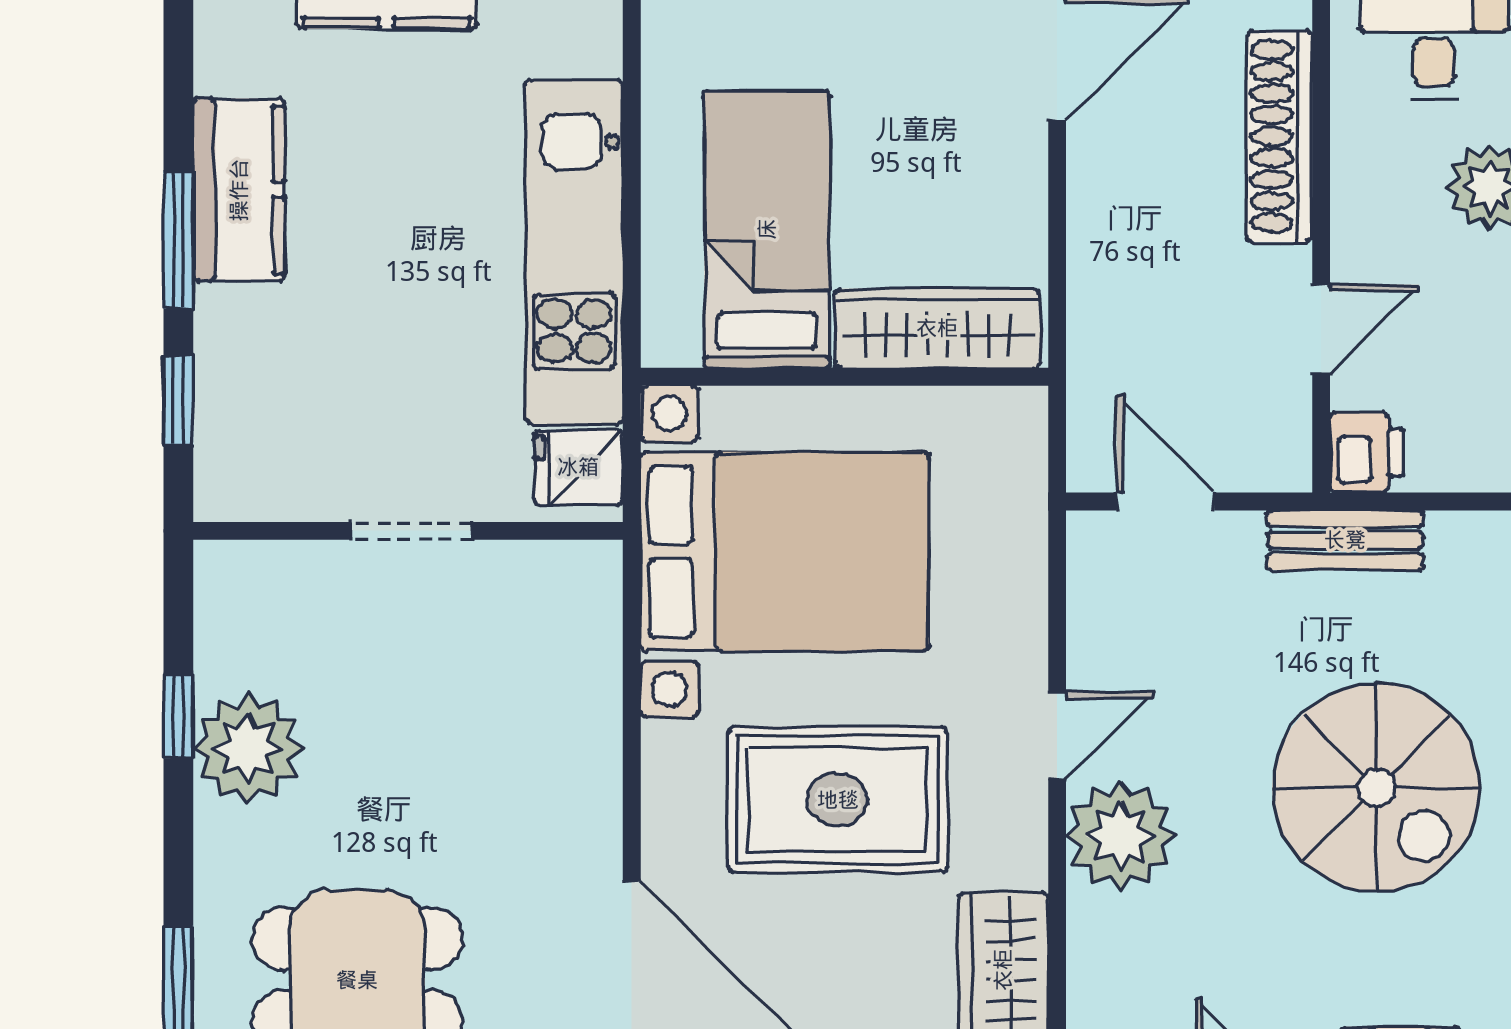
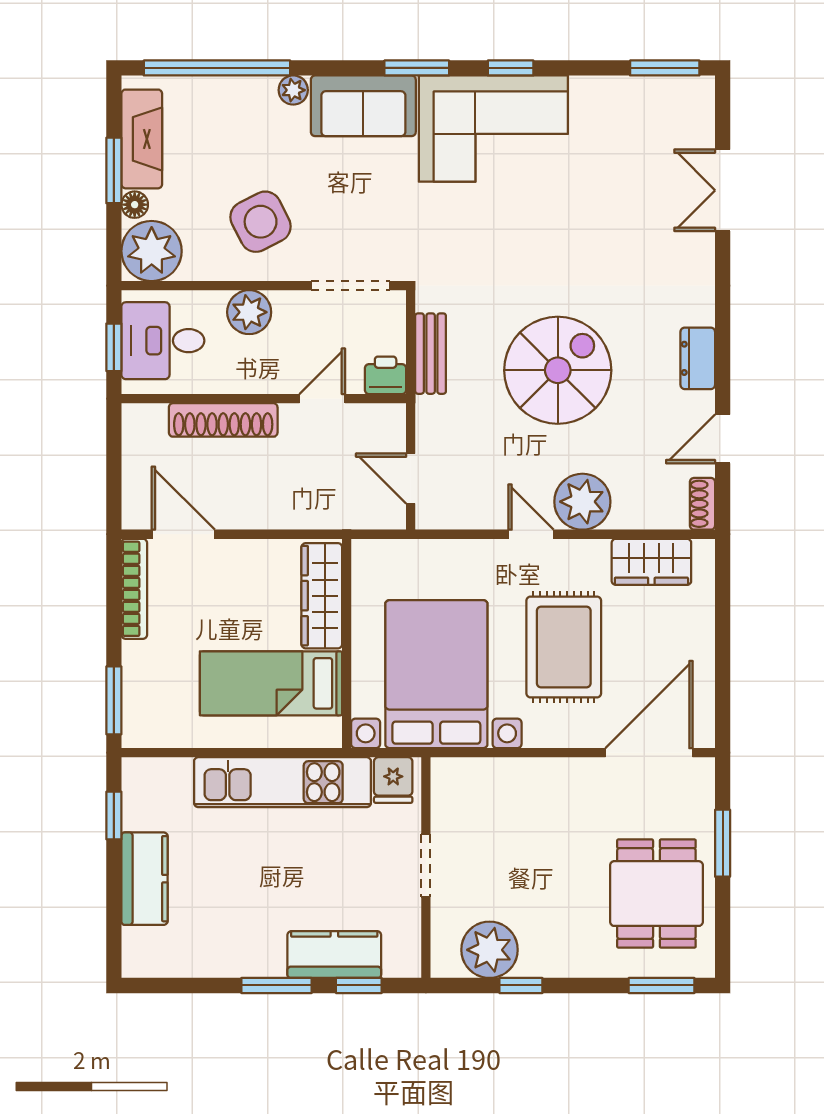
kitchen counter: (239, 190) -> (334, 954), moved
door: (1321, 329) -> (322, 399), hinge flipped
door: (1166, 501) -> (411, 479), hinge flipped
bench: (1345, 540) -> (431, 354), moved
plant: (248, 748) -> (490, 950), moved

